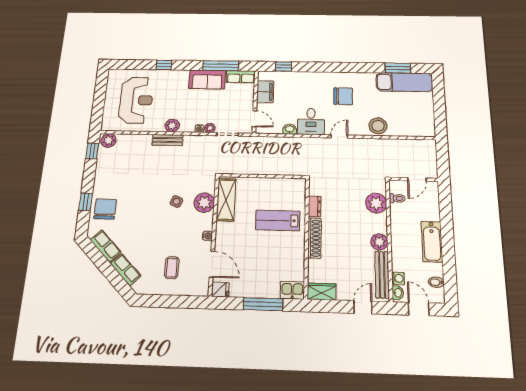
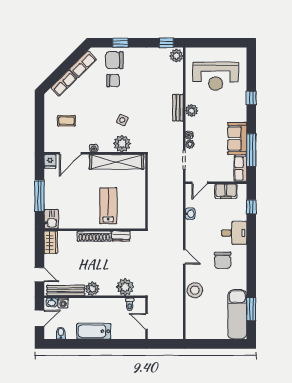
desk: (311, 121) -> (234, 233), moved, turned 180
shelving: (226, 200) -> (116, 162), width x1.47
chair: (105, 209) -> (114, 60), turned 180
chair: (129, 211) -> (113, 81), added

